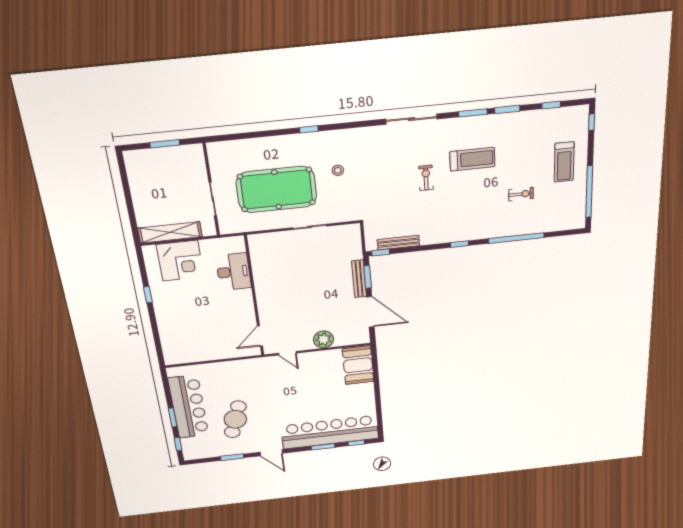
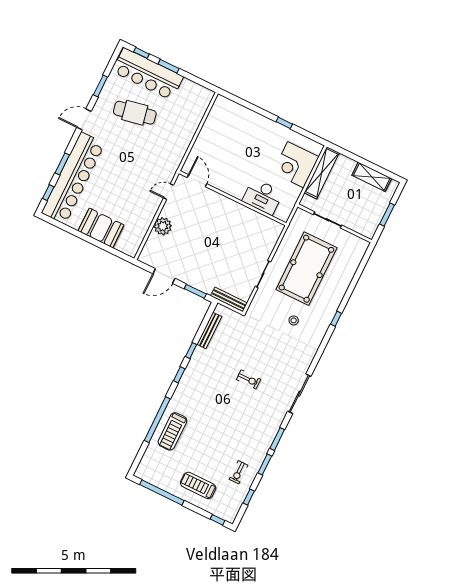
treadmill: (472, 159) -> (172, 431), moved
shelving: (138, 183) -> (372, 177), added
exercise bike: (521, 194) -> (239, 472), moved
window: (381, 252) -> (191, 351), moved
bench: (359, 279) -> (229, 299), moved
door: (370, 312) -> (164, 276), width x0.73
booth: (358, 365) -> (101, 228), moved
bar counter: (188, 407) -> (148, 74), moved
cafe table: (235, 419) -> (135, 113), turned -30

